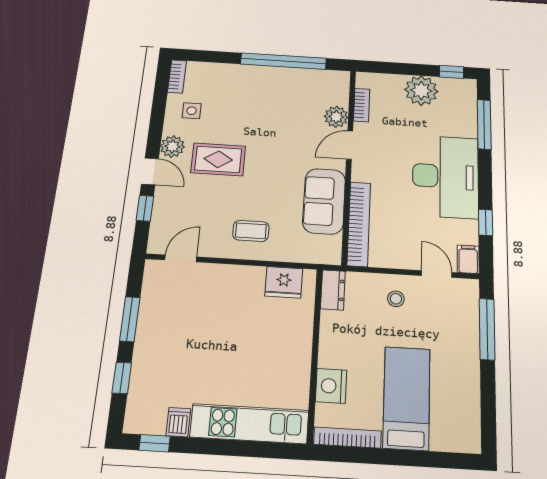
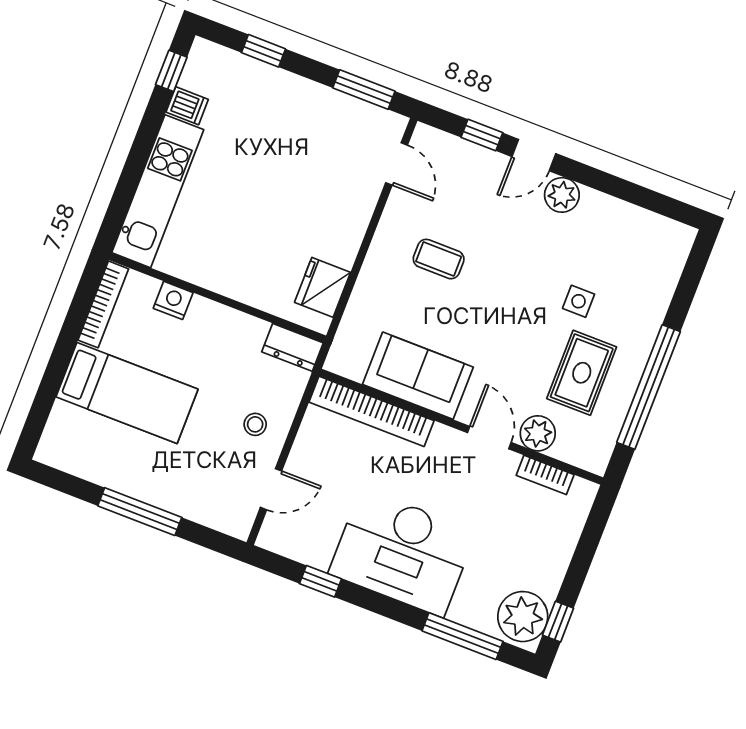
bookcase: (177, 76) -> (670, 230), removed
plant: (421, 91) -> (523, 617), moved
side table: (192, 111) -> (579, 301), moved
rug: (218, 159) -> (582, 373), moved
coffee table: (251, 231) -> (439, 259), moved, turned 90
filing cabinet: (468, 259) -> (278, 538), removed
window: (130, 319) -> (364, 90), moved
window: (487, 329) -> (140, 512), moved
nightstand: (331, 386) -> (173, 300), width x0.74, depth x0.75

